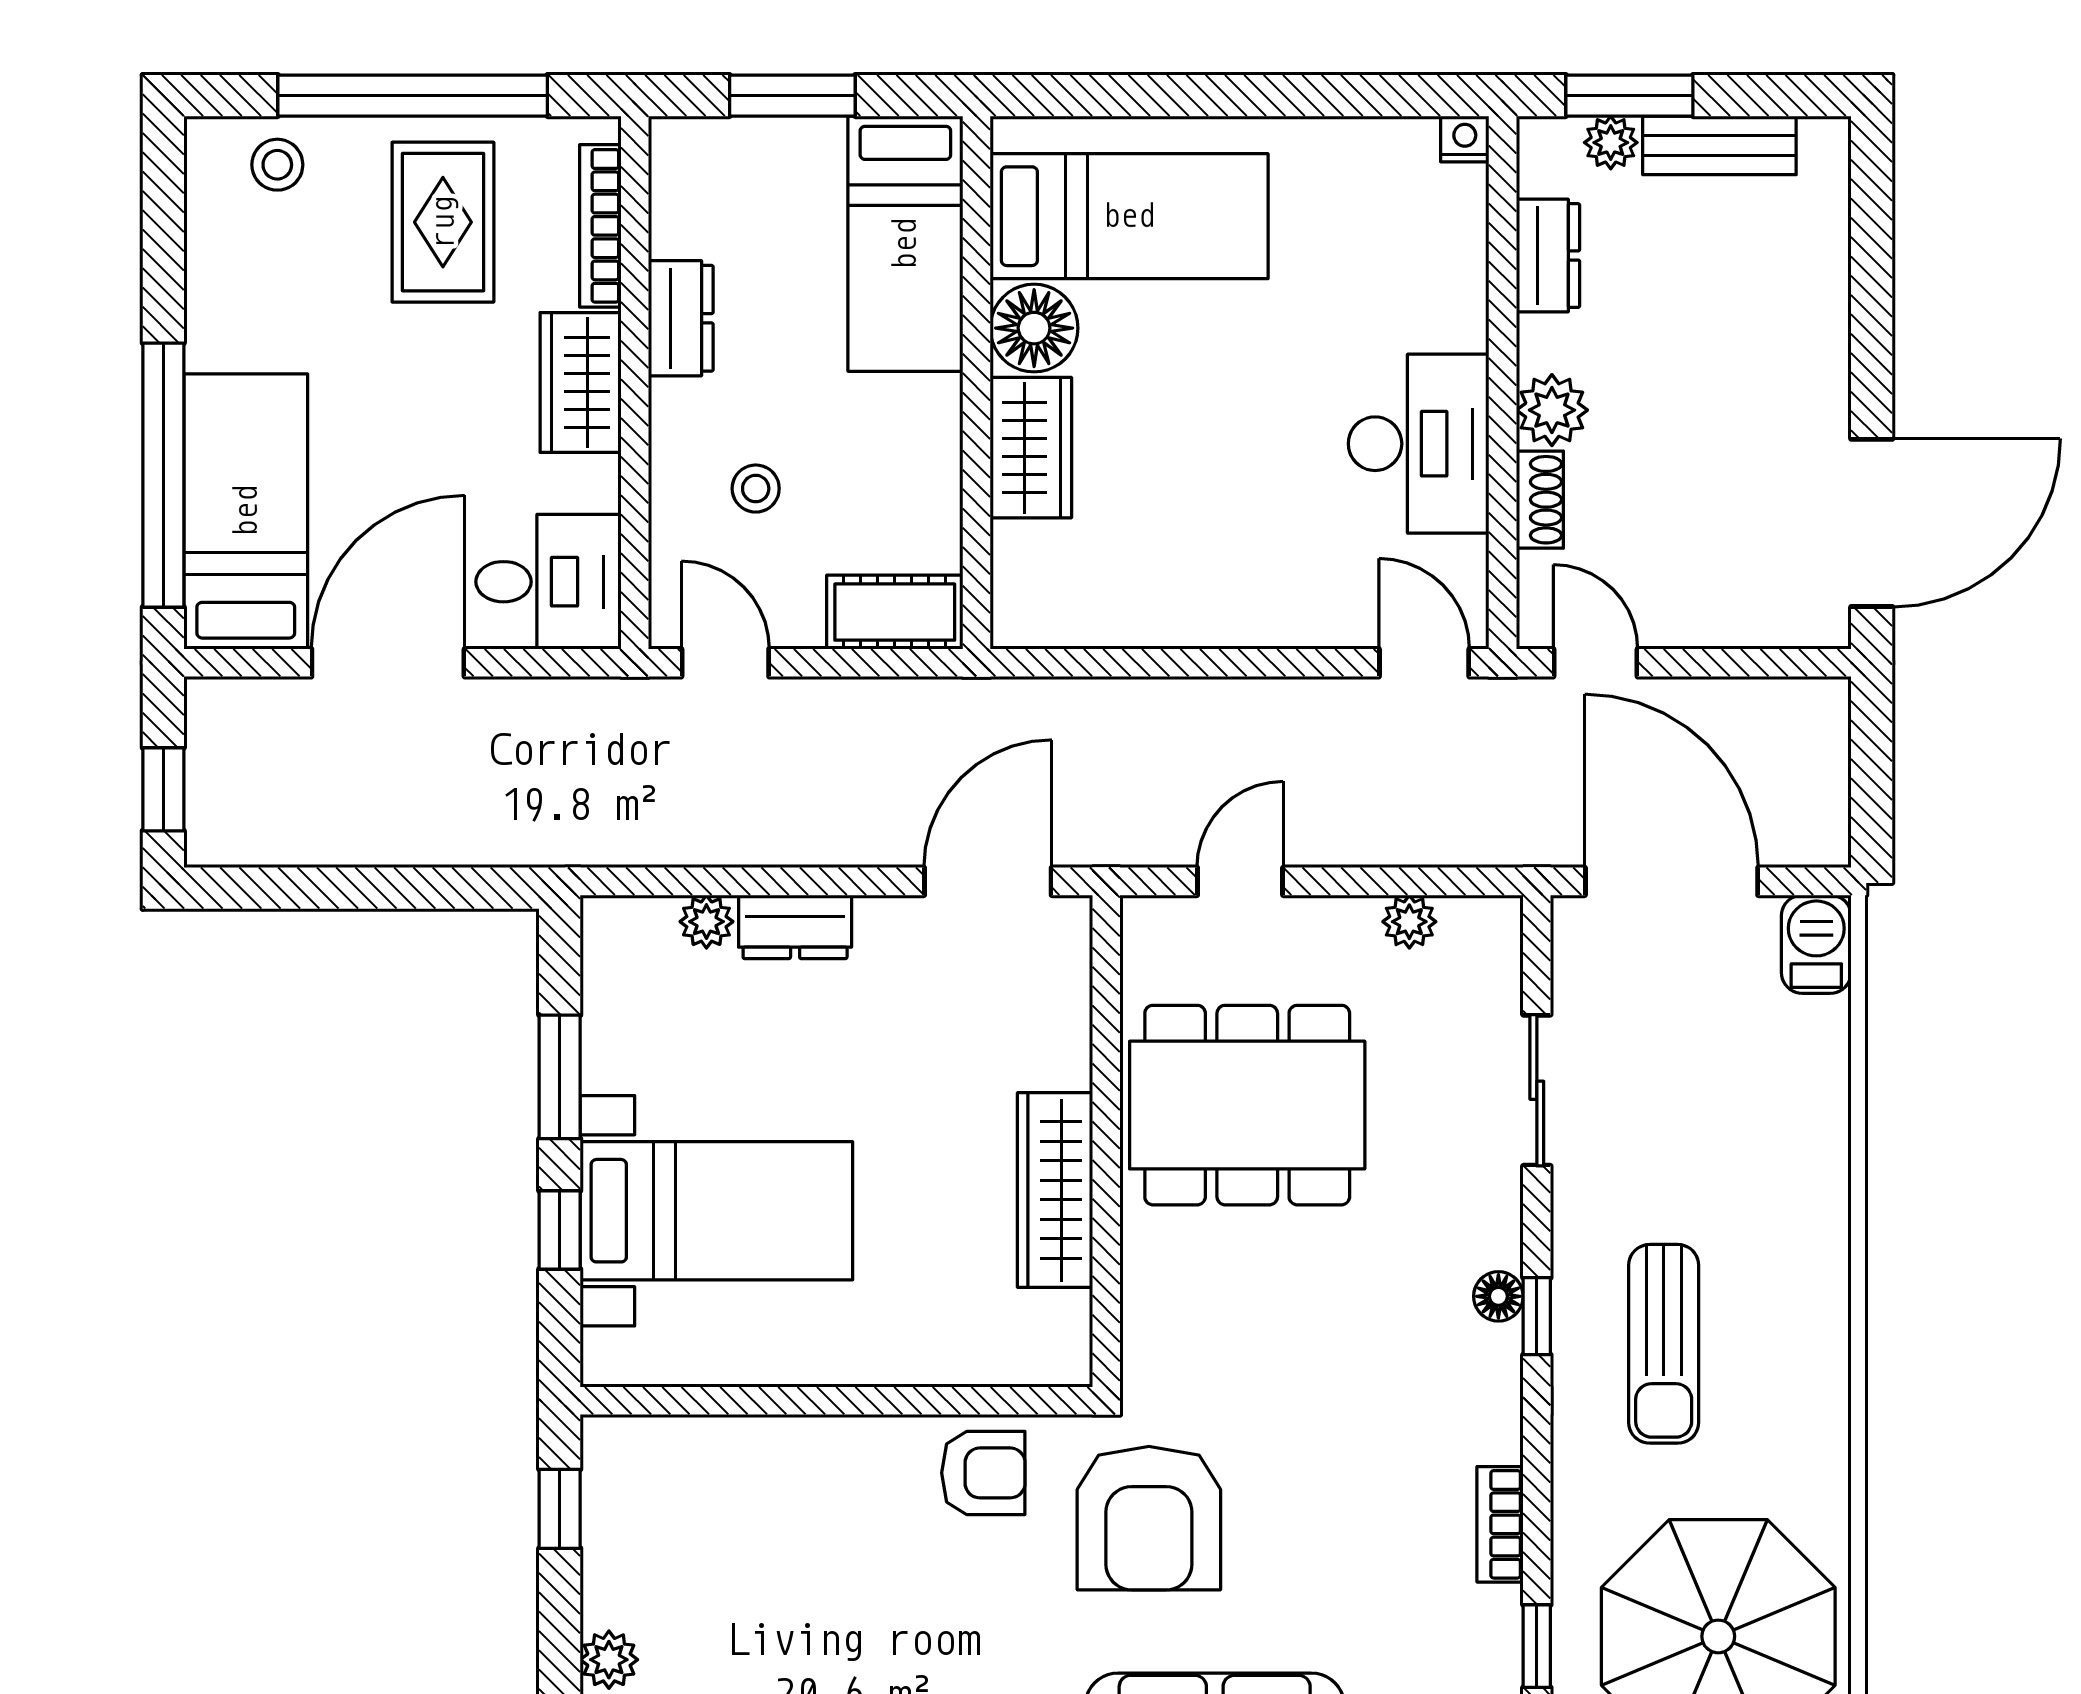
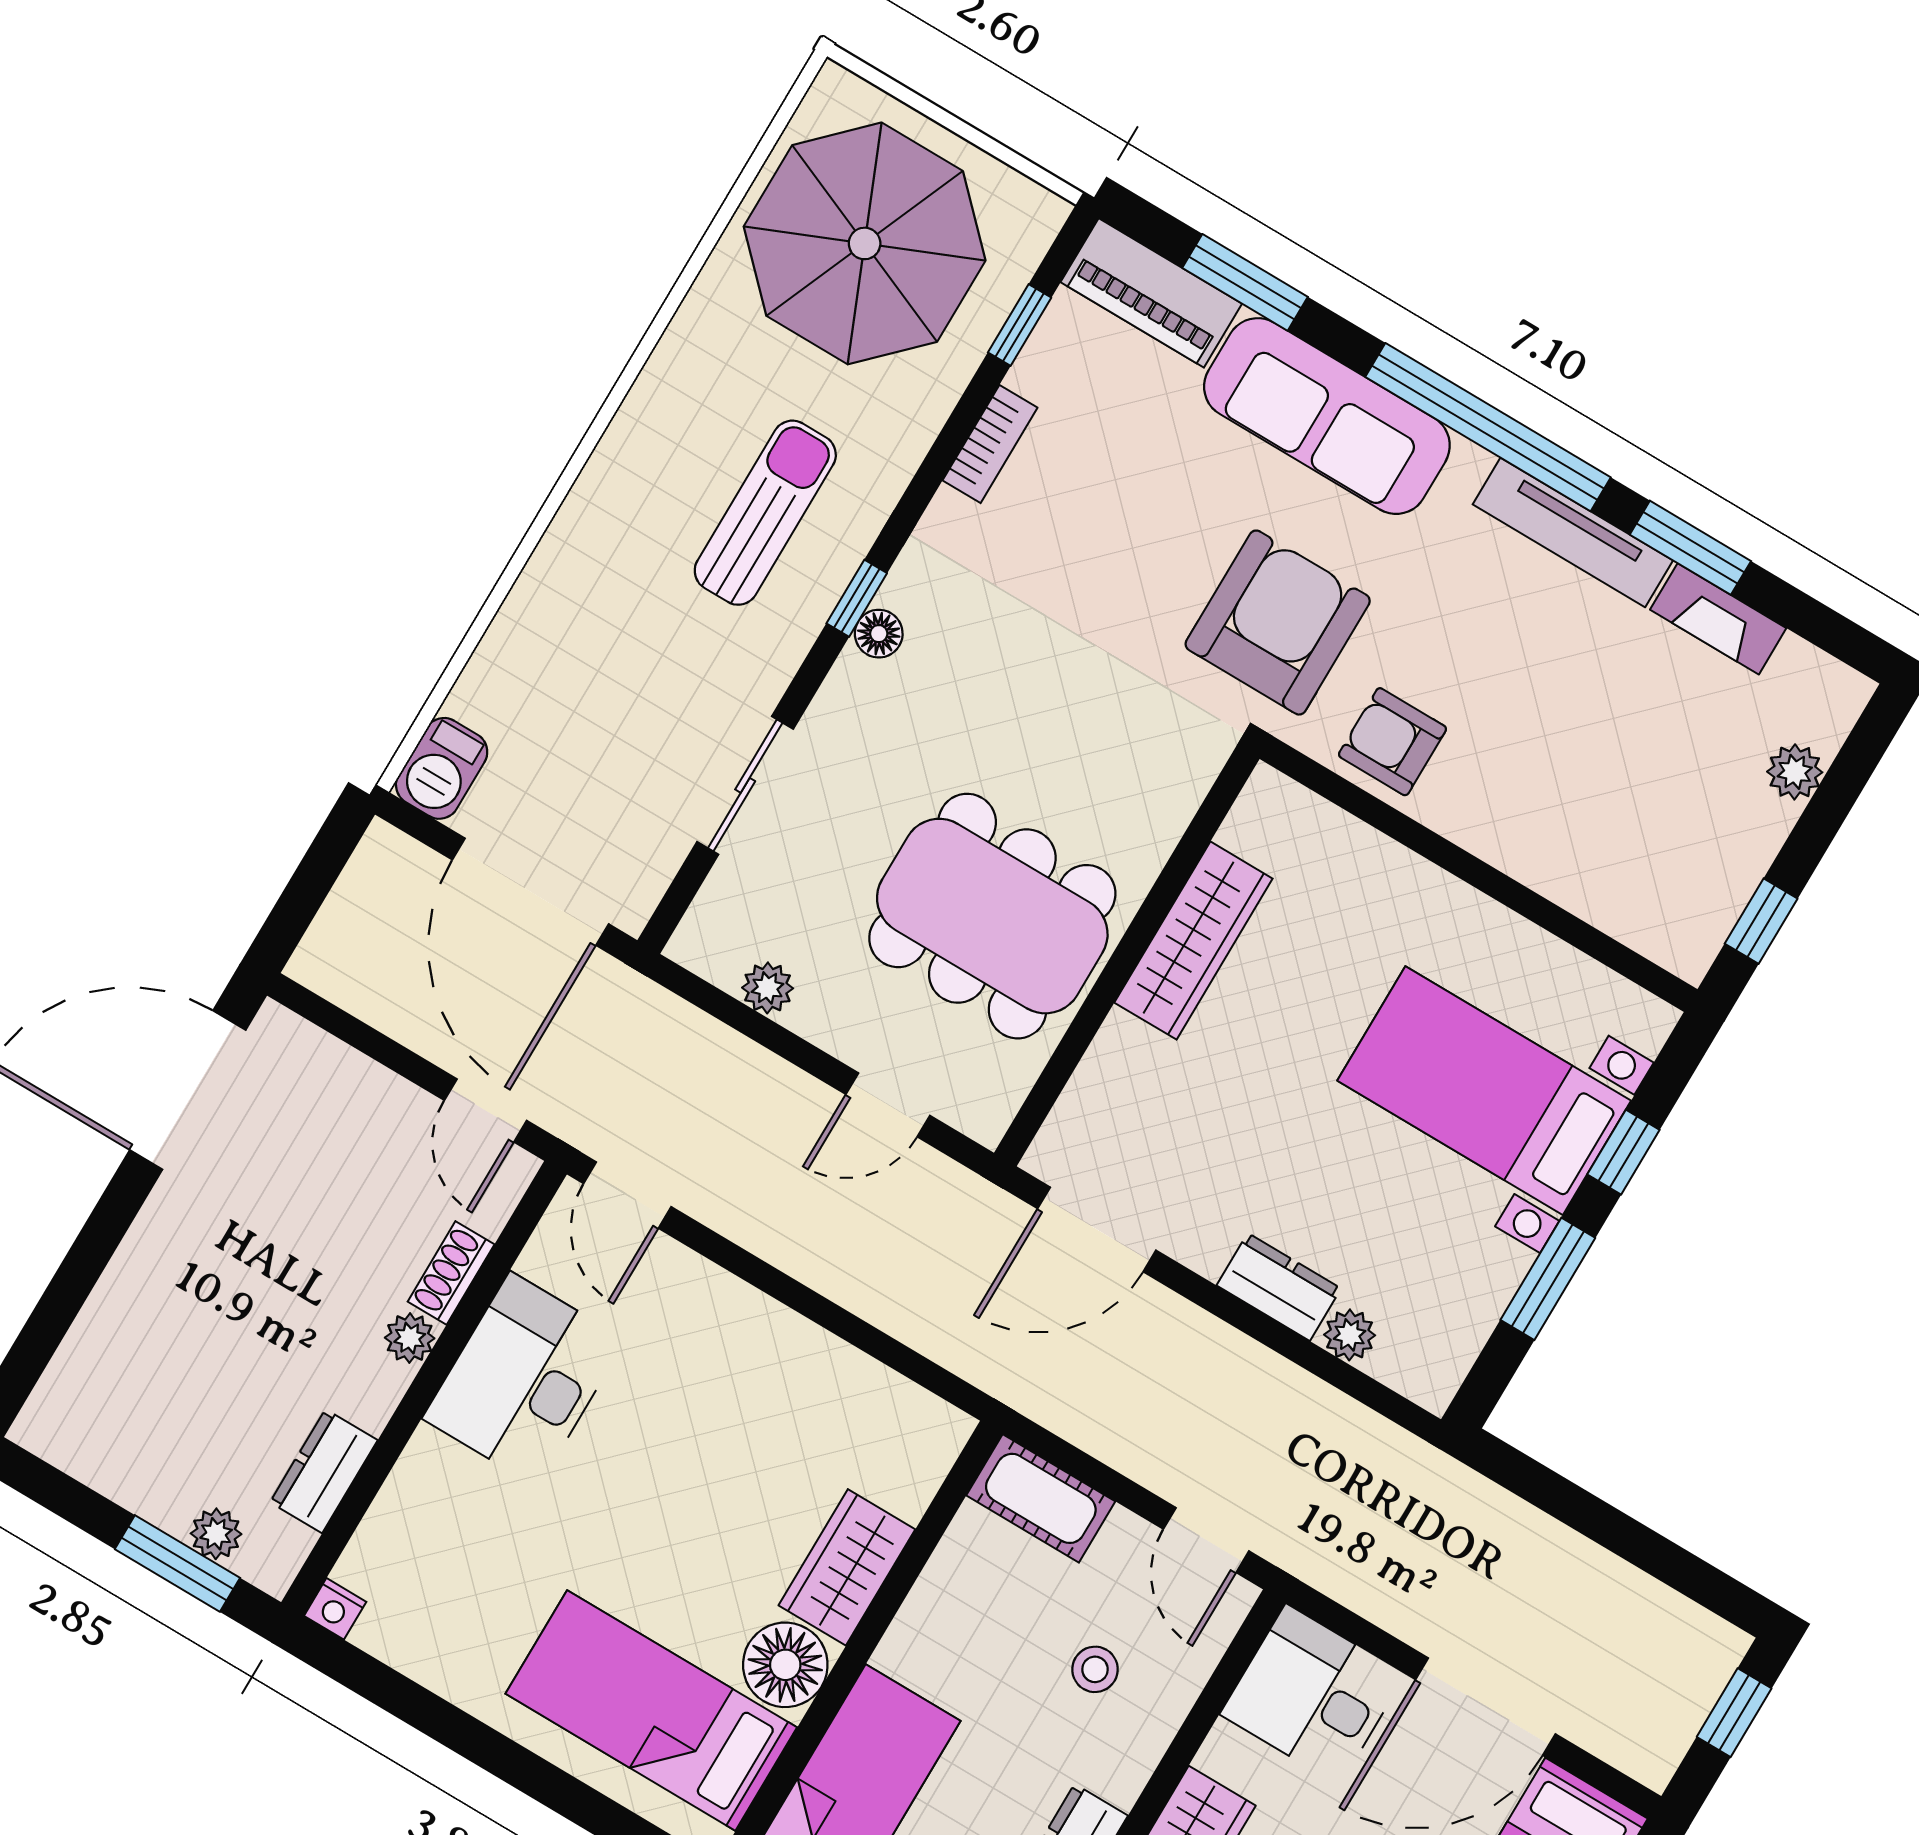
bench: (1719, 145) -> (127, 1478), removed
plant: (1552, 410) -> (410, 1338), width x0.73, depth x0.73

